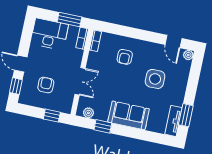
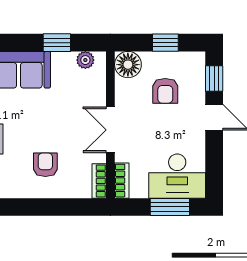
window: (69, 19) -> (170, 207), moved
double door: (80, 81) -> (110, 130), moved
floor lamp: (64, 105) -> (128, 65), added
window: (52, 116) -> (165, 43), moved

